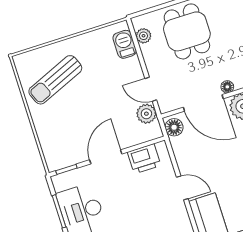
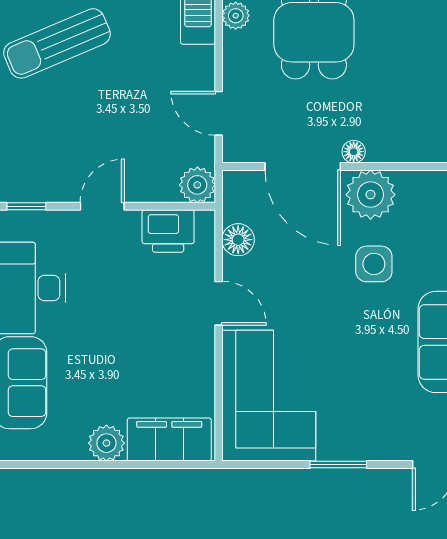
plant: (146, 114) -> (197, 185), moved
floor lamp: (174, 127) -> (238, 240), moved
door: (106, 157) -> (102, 206), width x0.73

